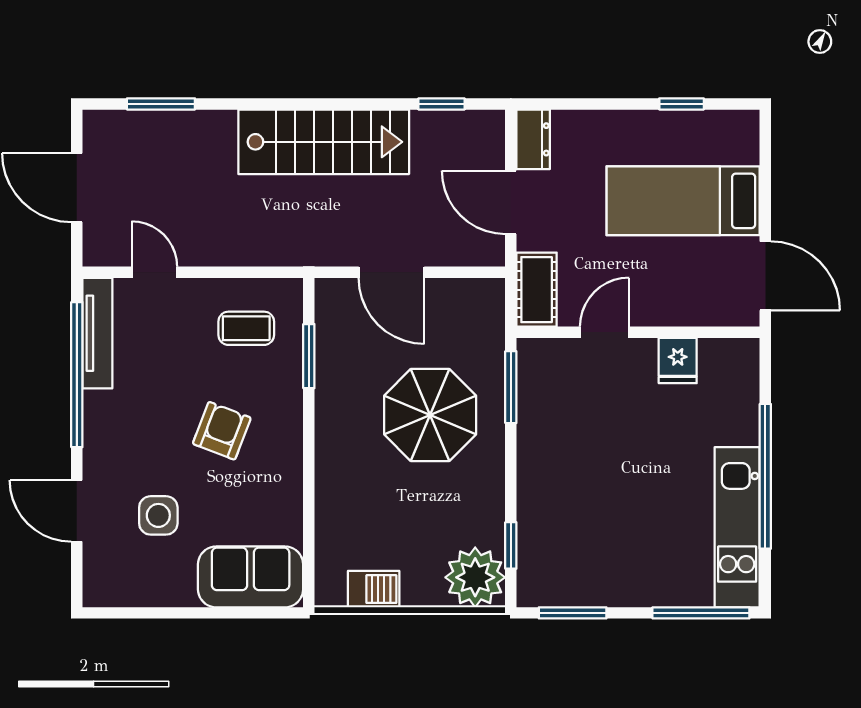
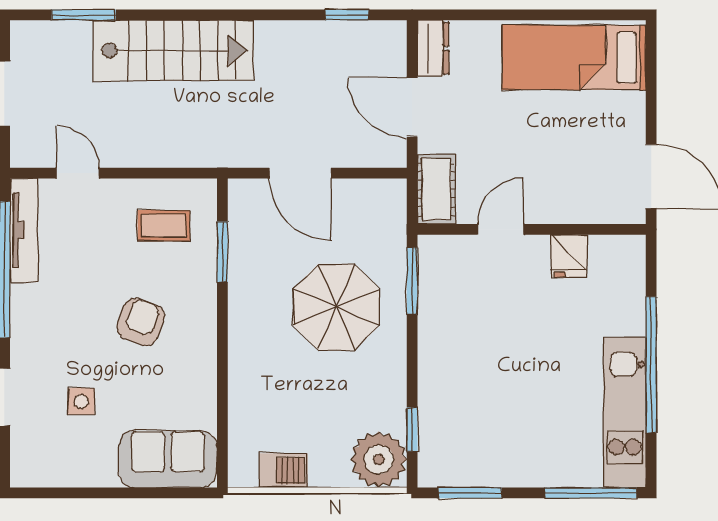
window: (682, 104) -> (573, 15), removed
stairs: (324, 142) -> (173, 50), moved
bed: (683, 201) -> (574, 57), moved
side table: (158, 515) -> (81, 401), width x0.73, depth x0.73

